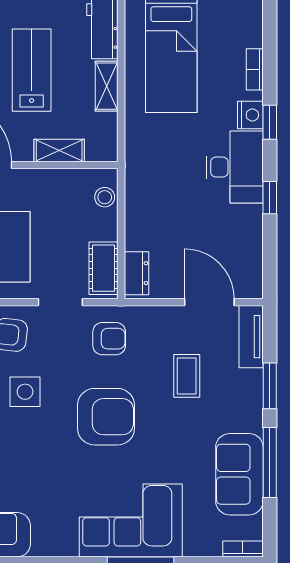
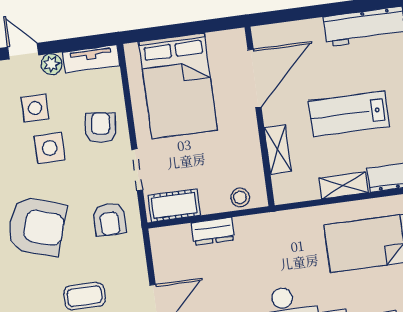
lab bench: (32, 70) -> (349, 114), turned 180
dresser: (136, 273) -> (213, 231), moved
armchair: (106, 417) -> (37, 226), turned -72

